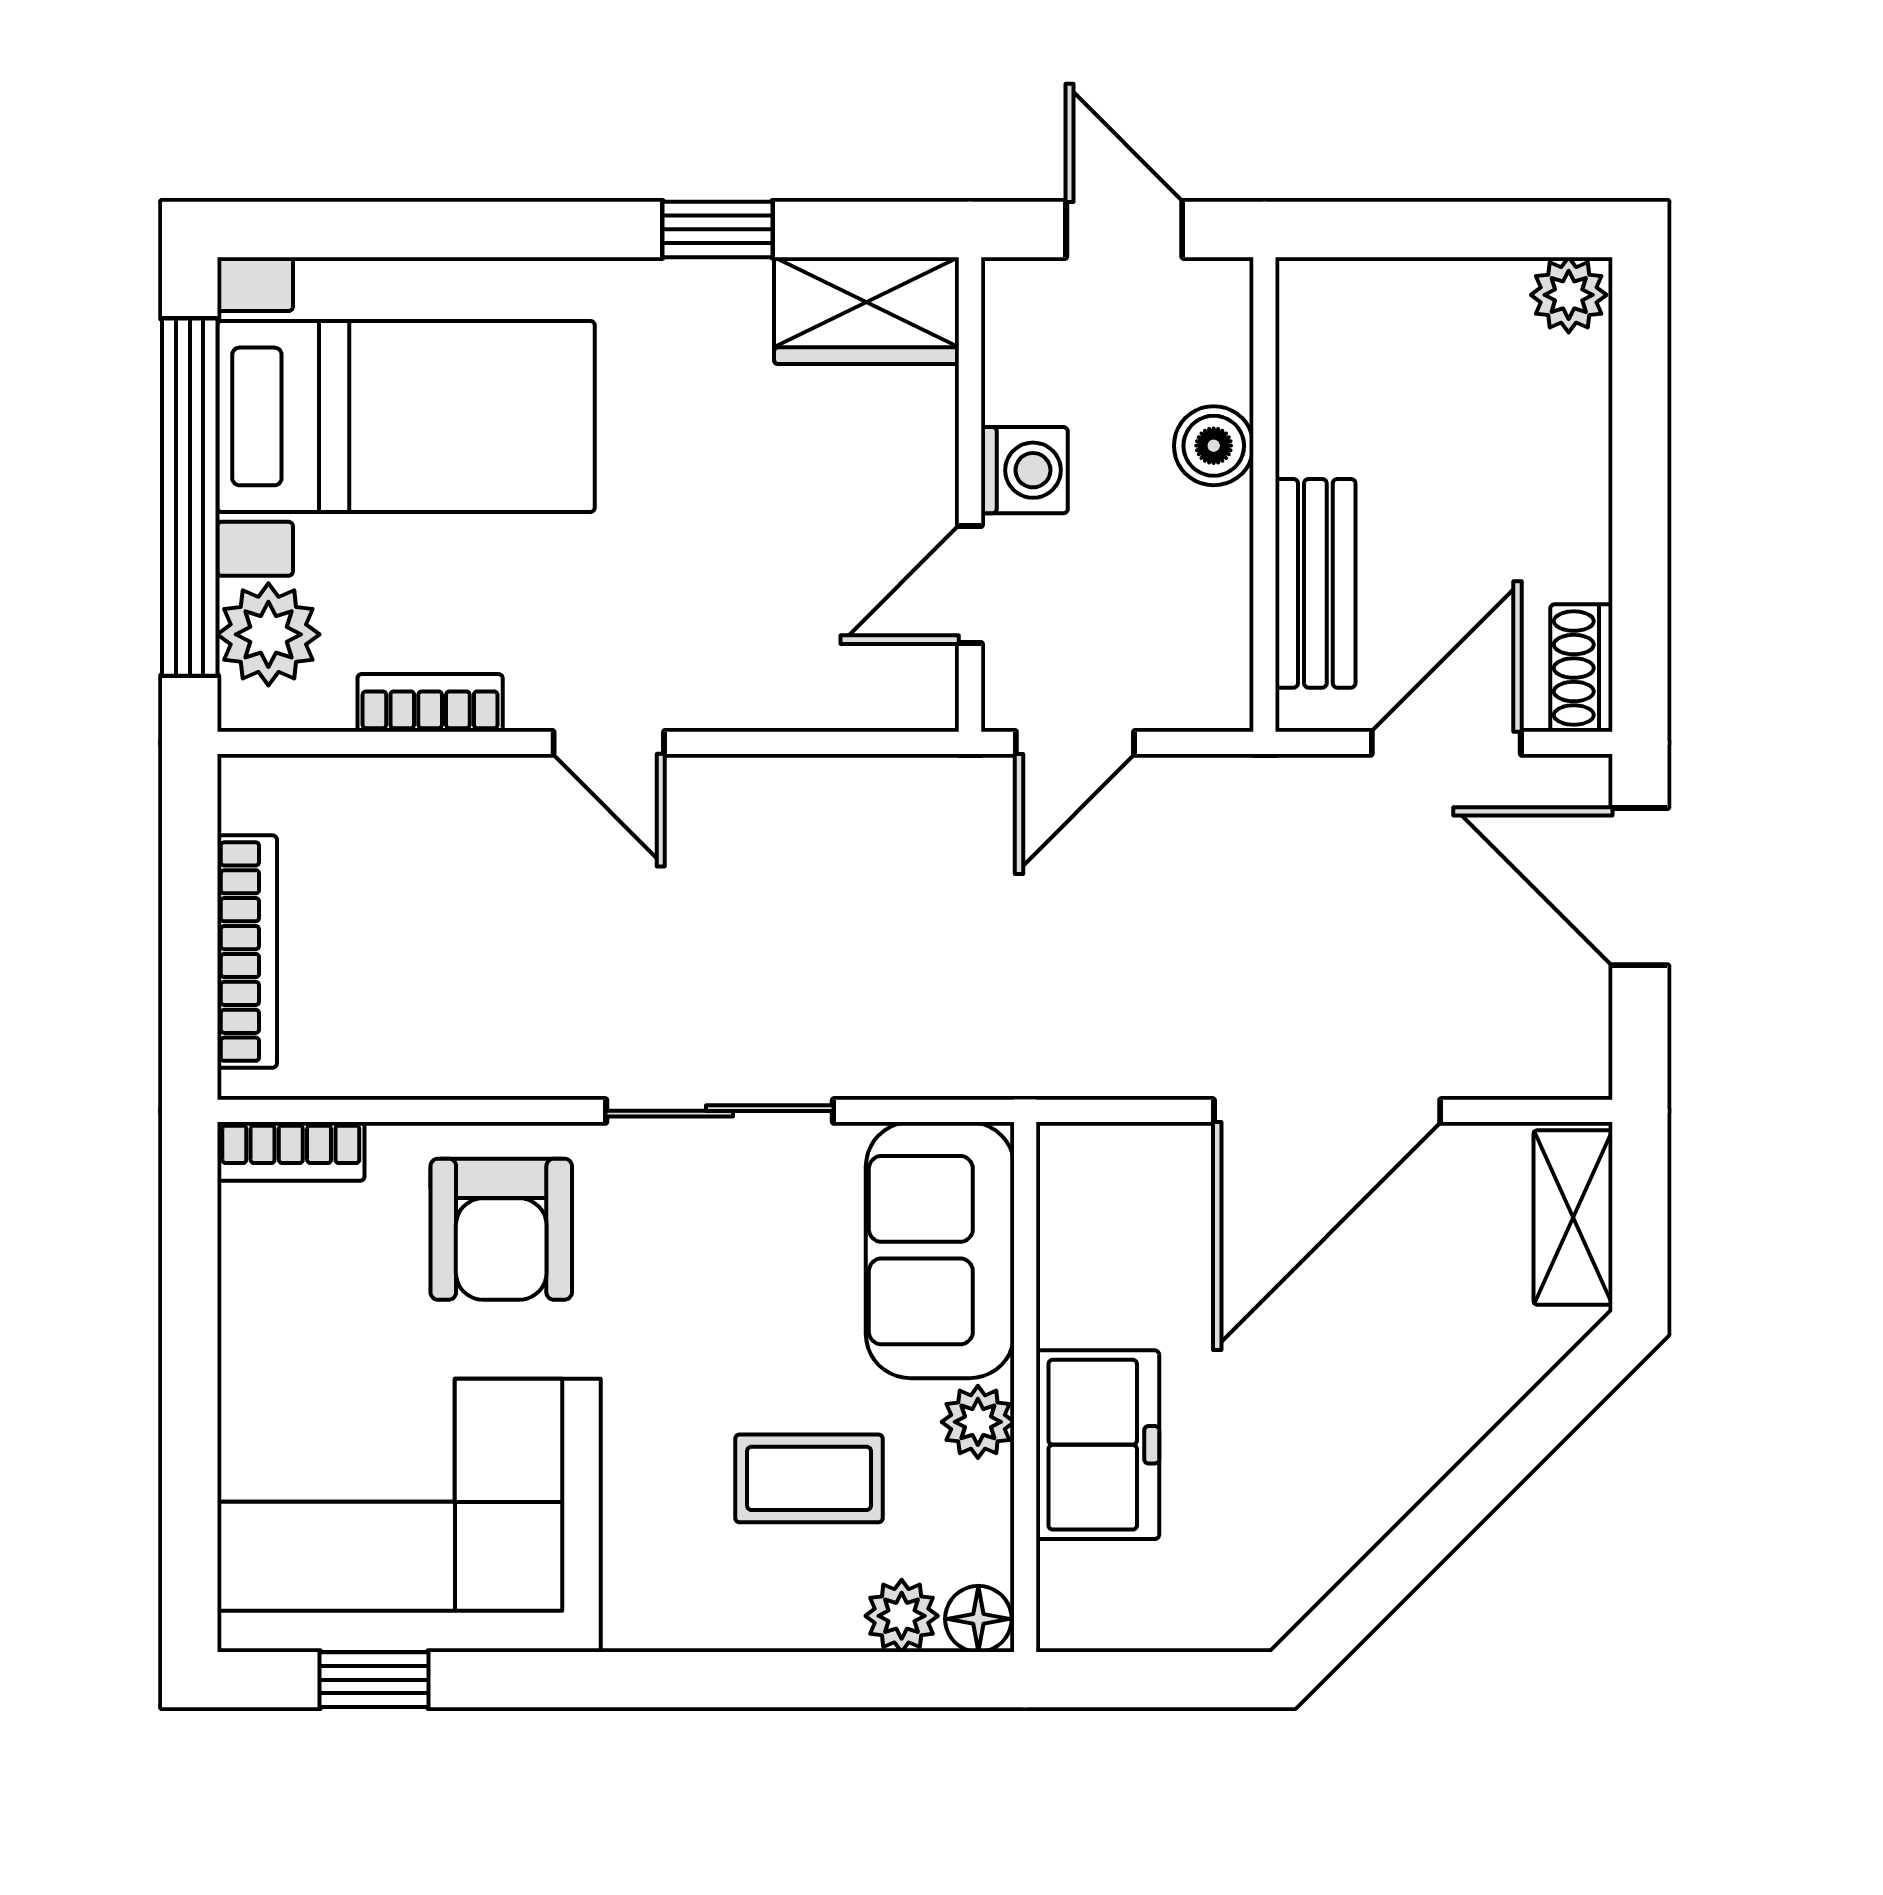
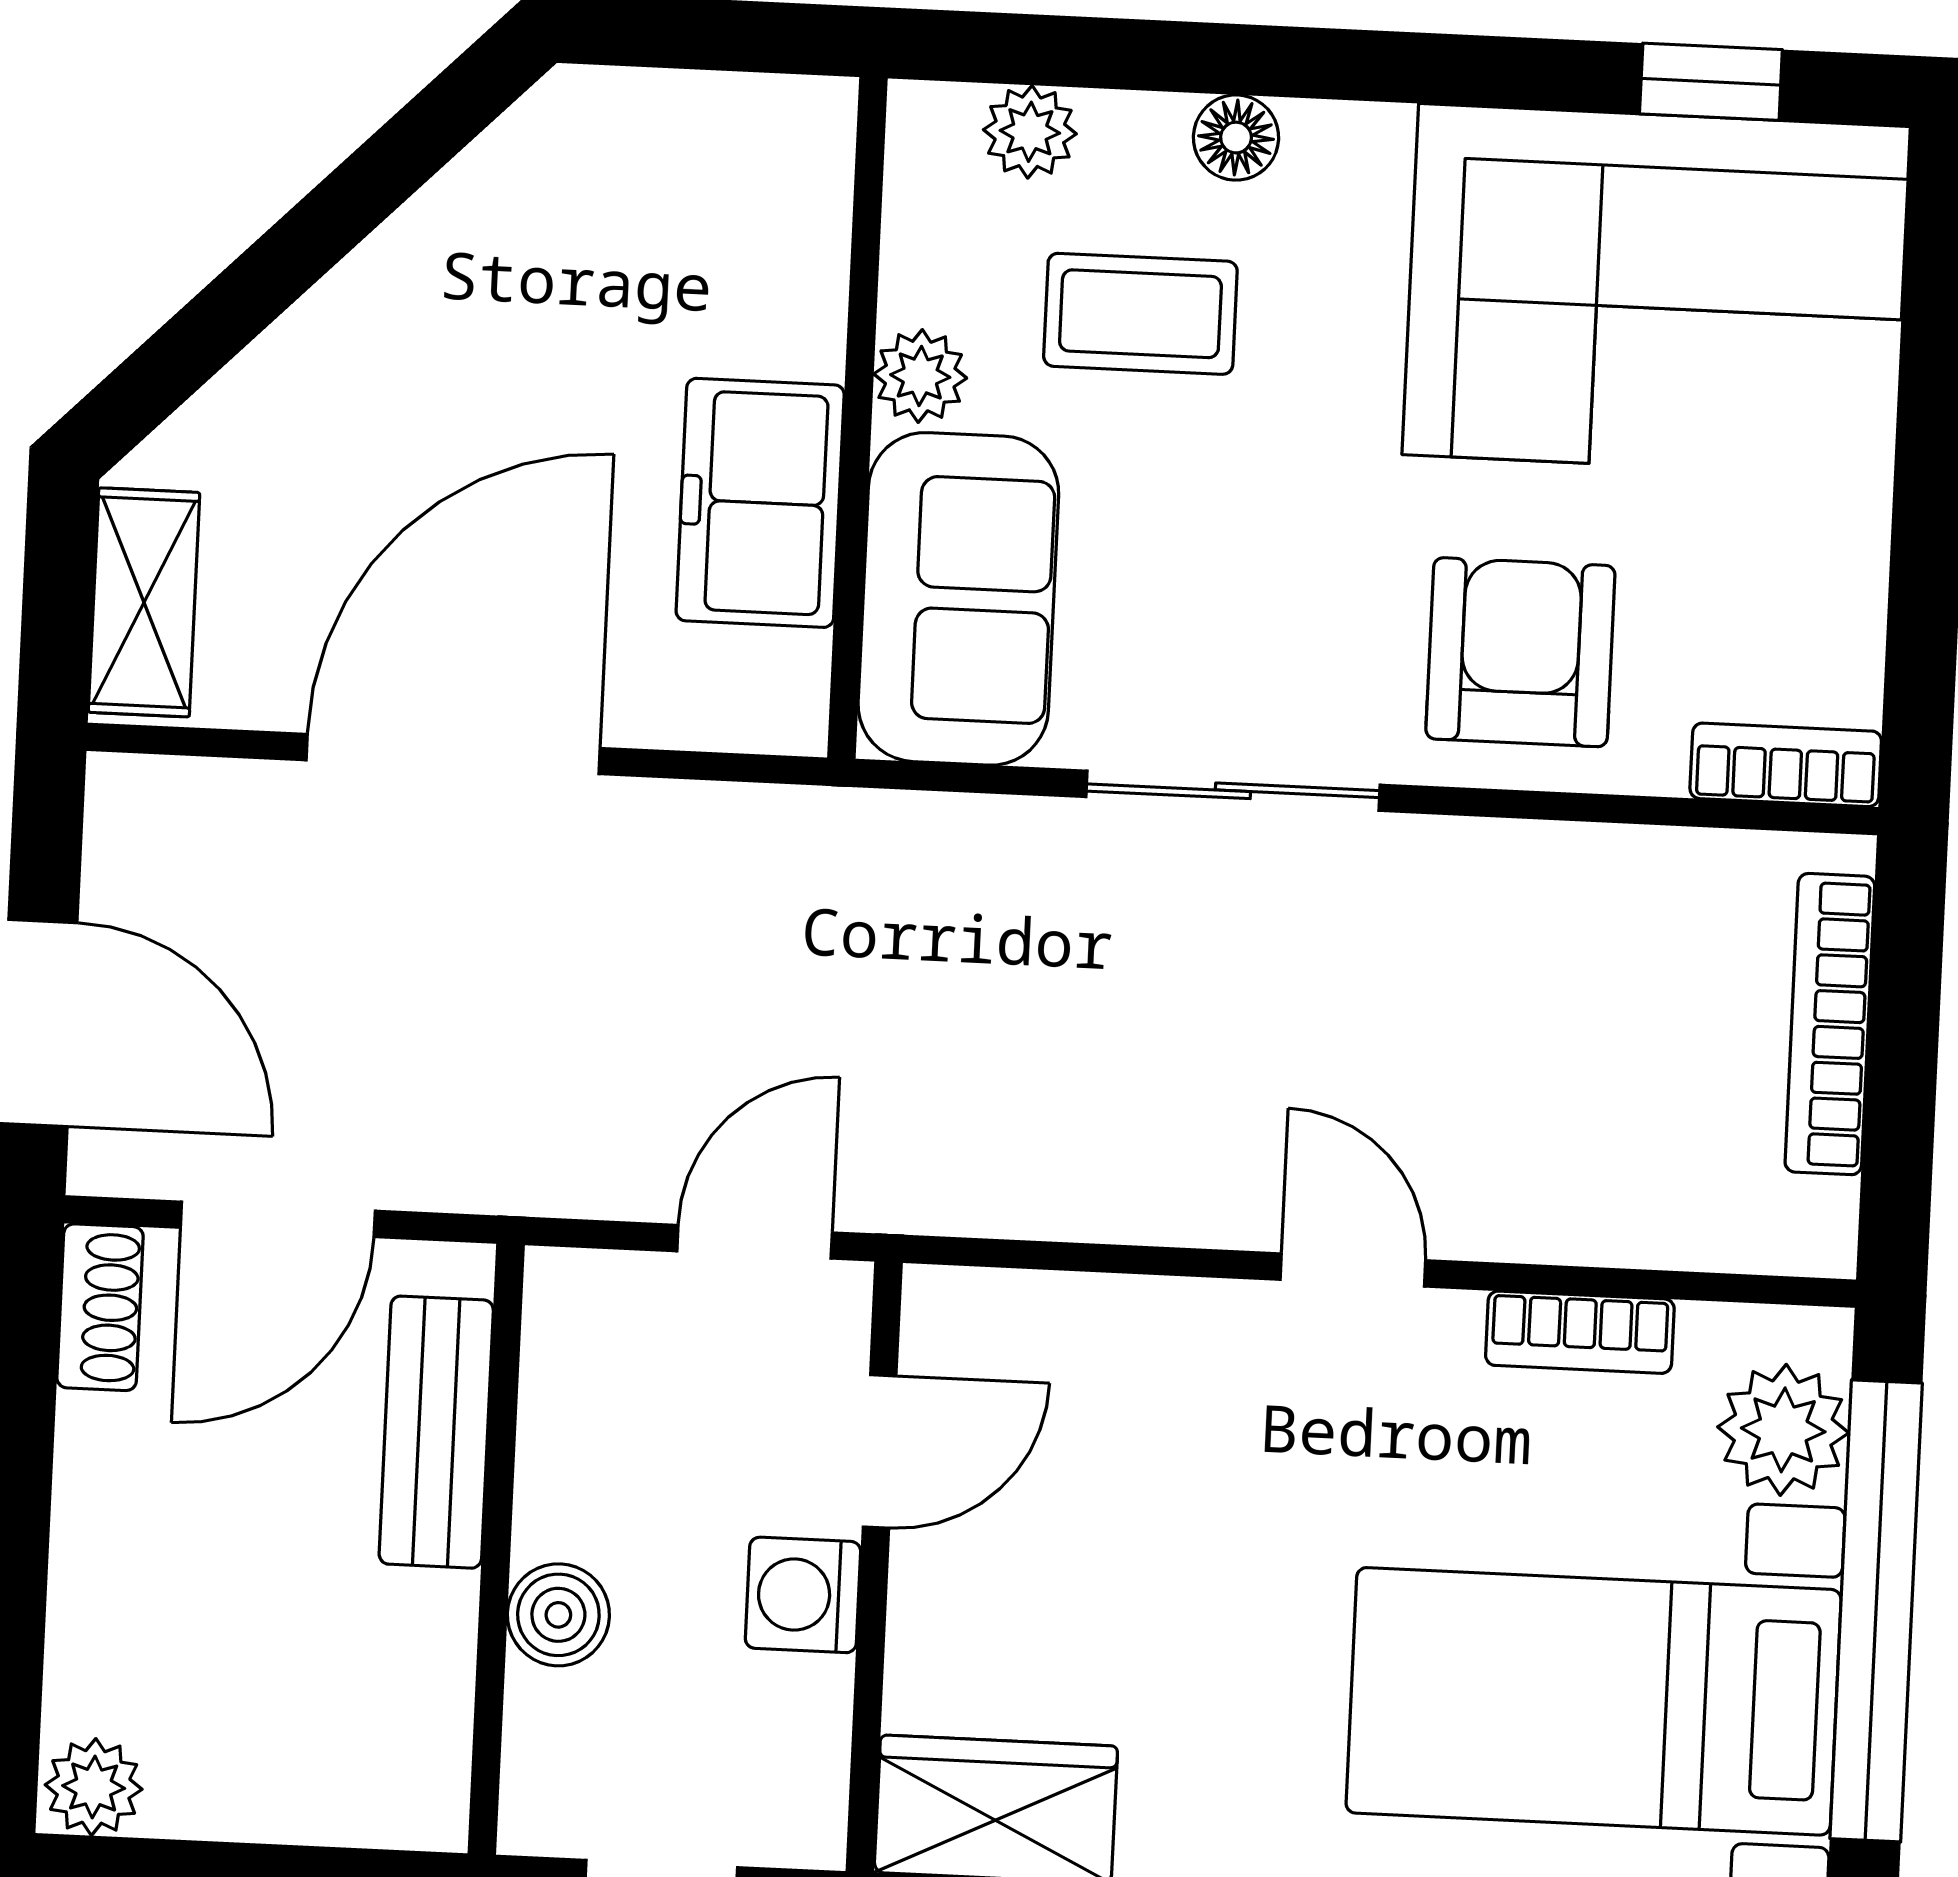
freezer: (1098, 1445) -> (760, 503), moved
floor lamp: (978, 1619) -> (1236, 138), moved

